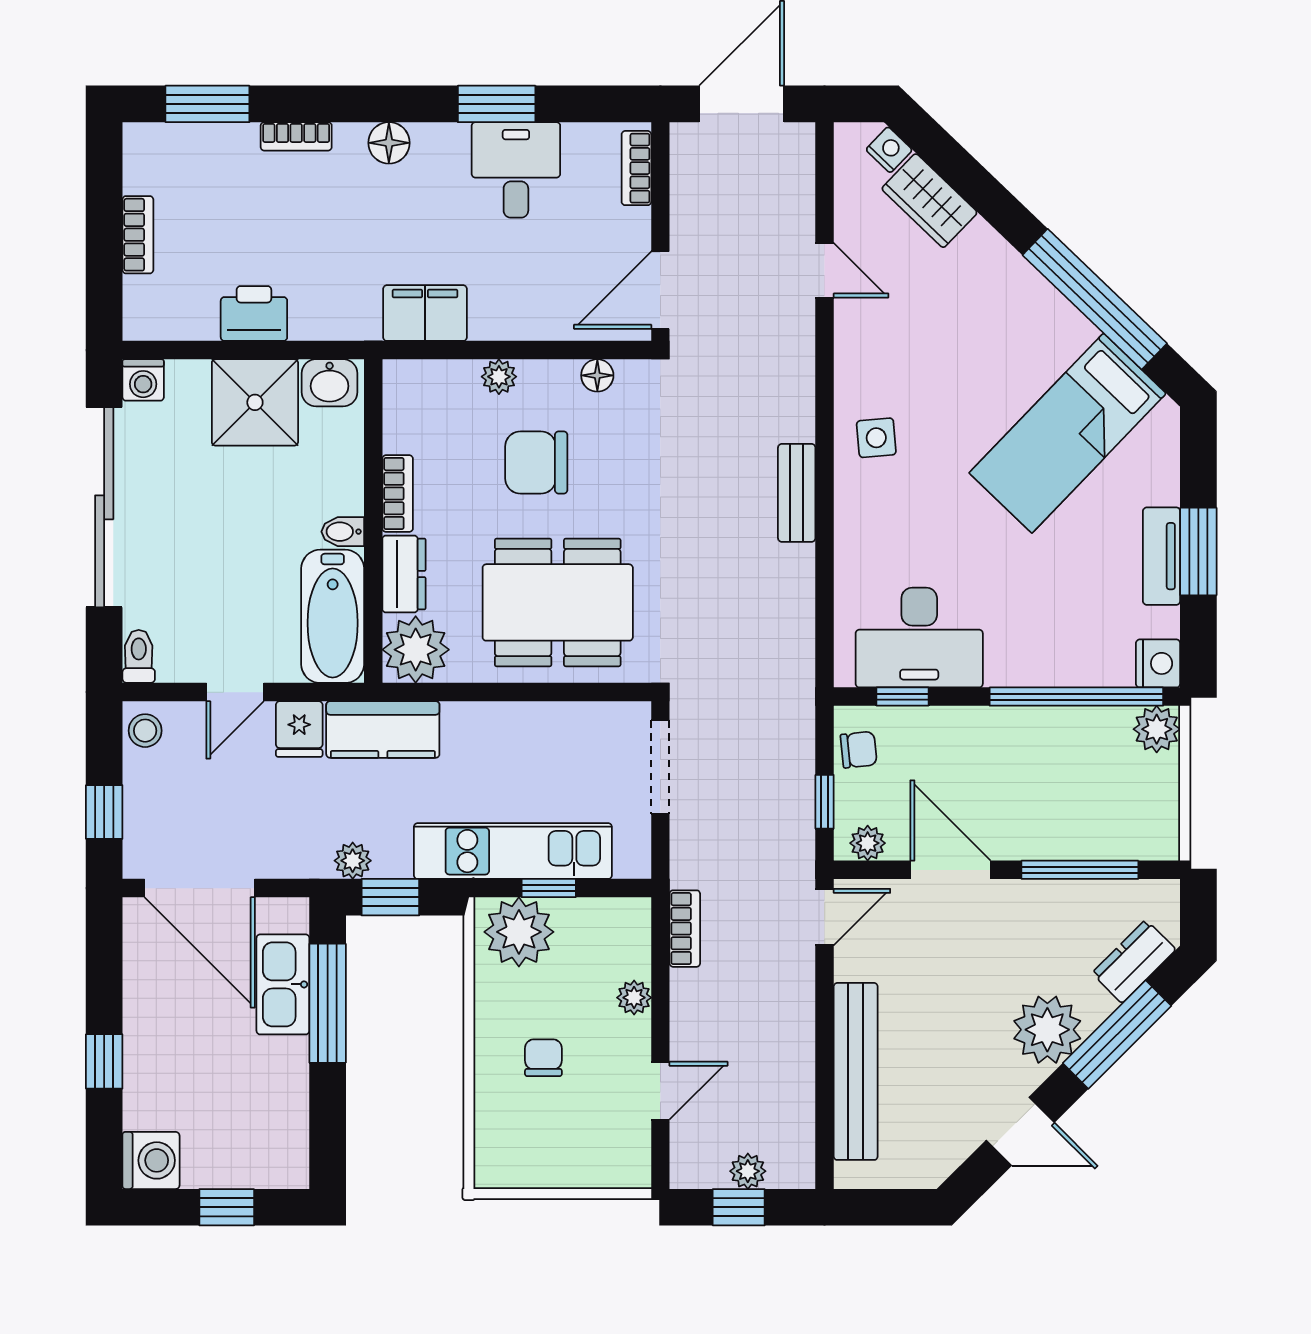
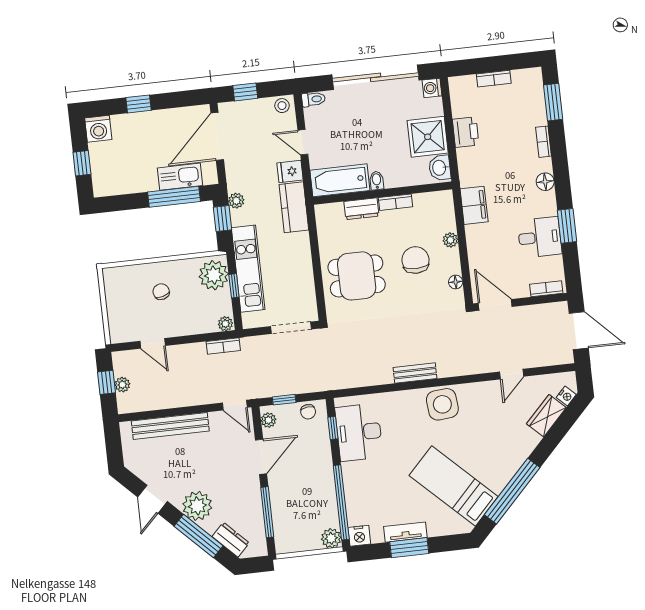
side table: (876, 438) -> (442, 404), width x1.87, depth x1.87
dining table: (558, 602) -> (357, 276), width x0.73
plant: (416, 650) -> (330, 217), removed
plant: (634, 998) -> (225, 324), moved
chair: (543, 1058) -> (161, 292), turned -105

